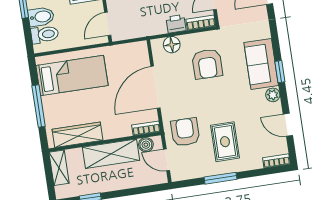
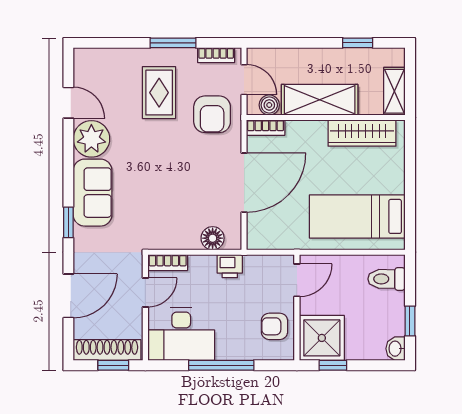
bidet: (41, 17) -> (388, 304), removed
printer: (176, 24) -> (230, 266), moved
armchair: (207, 64) -> (167, 204), removed
window: (280, 72) -> (68, 222), moved
plant: (273, 95) -> (91, 139), width x1.87, depth x1.87
window: (39, 106) -> (410, 181), removed
bookcase: (276, 161) -> (216, 55), moved

